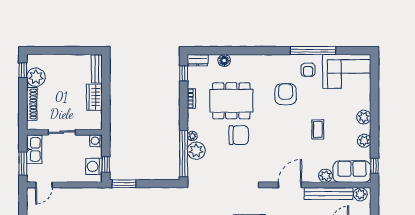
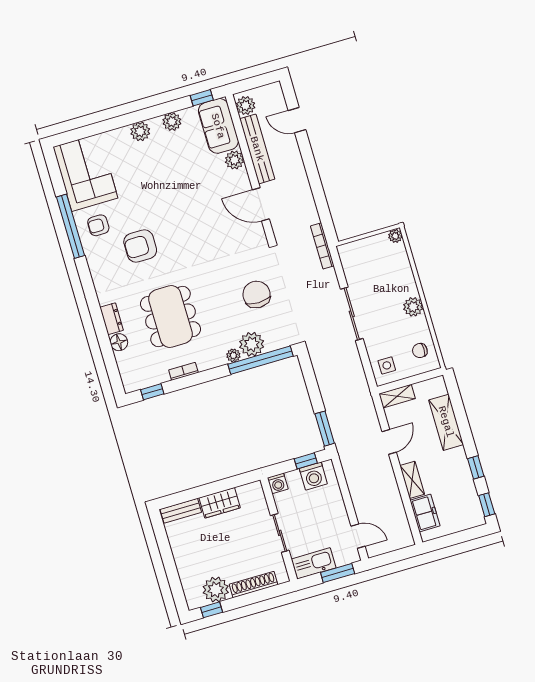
dresser: (198, 60) -> (112, 319), moved
armchair: (308, 70) -> (98, 225), turned 180
coffee table: (318, 129) -> (175, 189), removed
chair: (239, 135) -> (256, 294), moved

